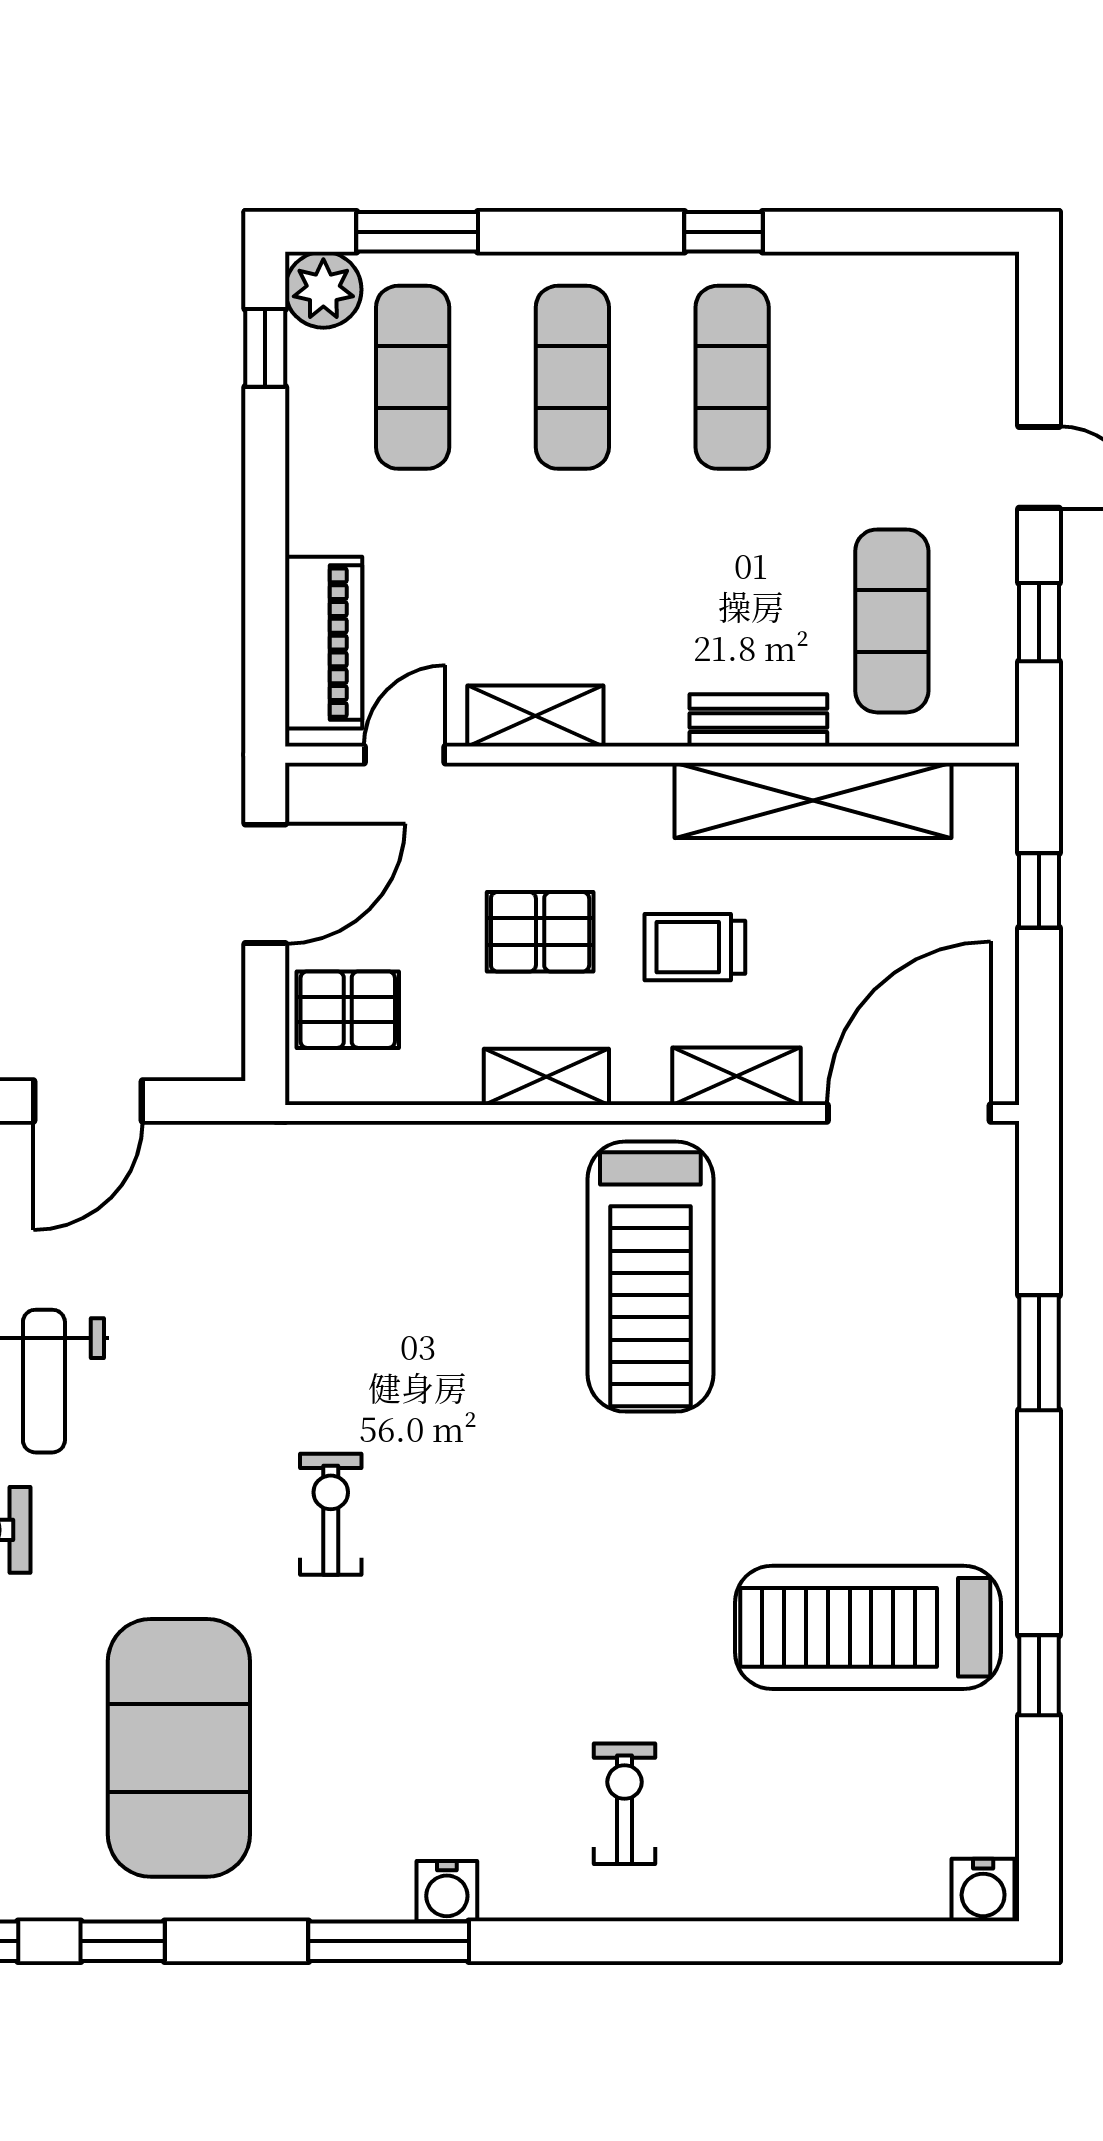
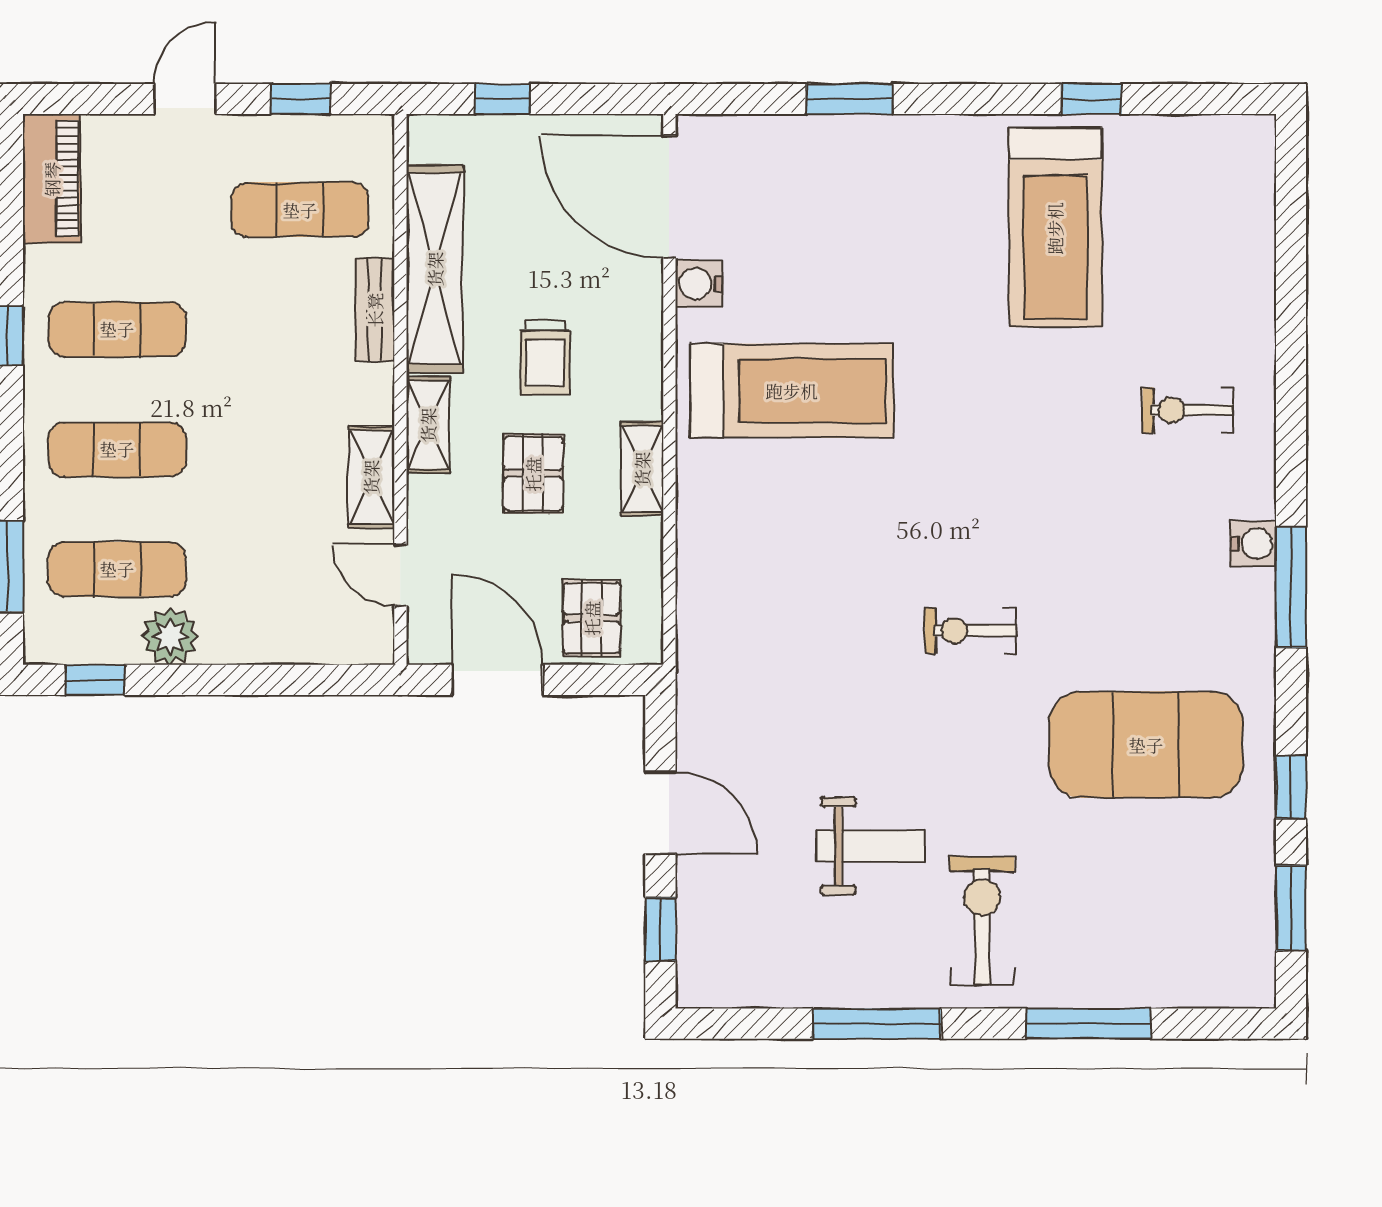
plant: (323, 290) -> (170, 636), moved
piano: (324, 643) -> (52, 179), moved, turned 90
shelving: (736, 1076) -> (428, 425), moved
water cooler: (983, 1890) -> (699, 284), moved, turned 180

